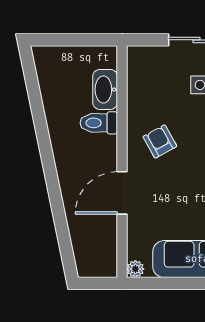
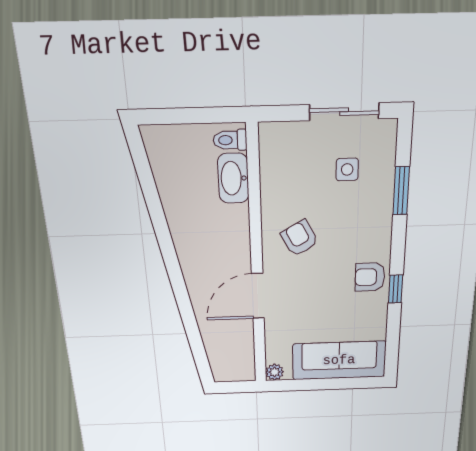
toilet: (99, 123) -> (230, 140), moved, width x0.73, depth x0.72

